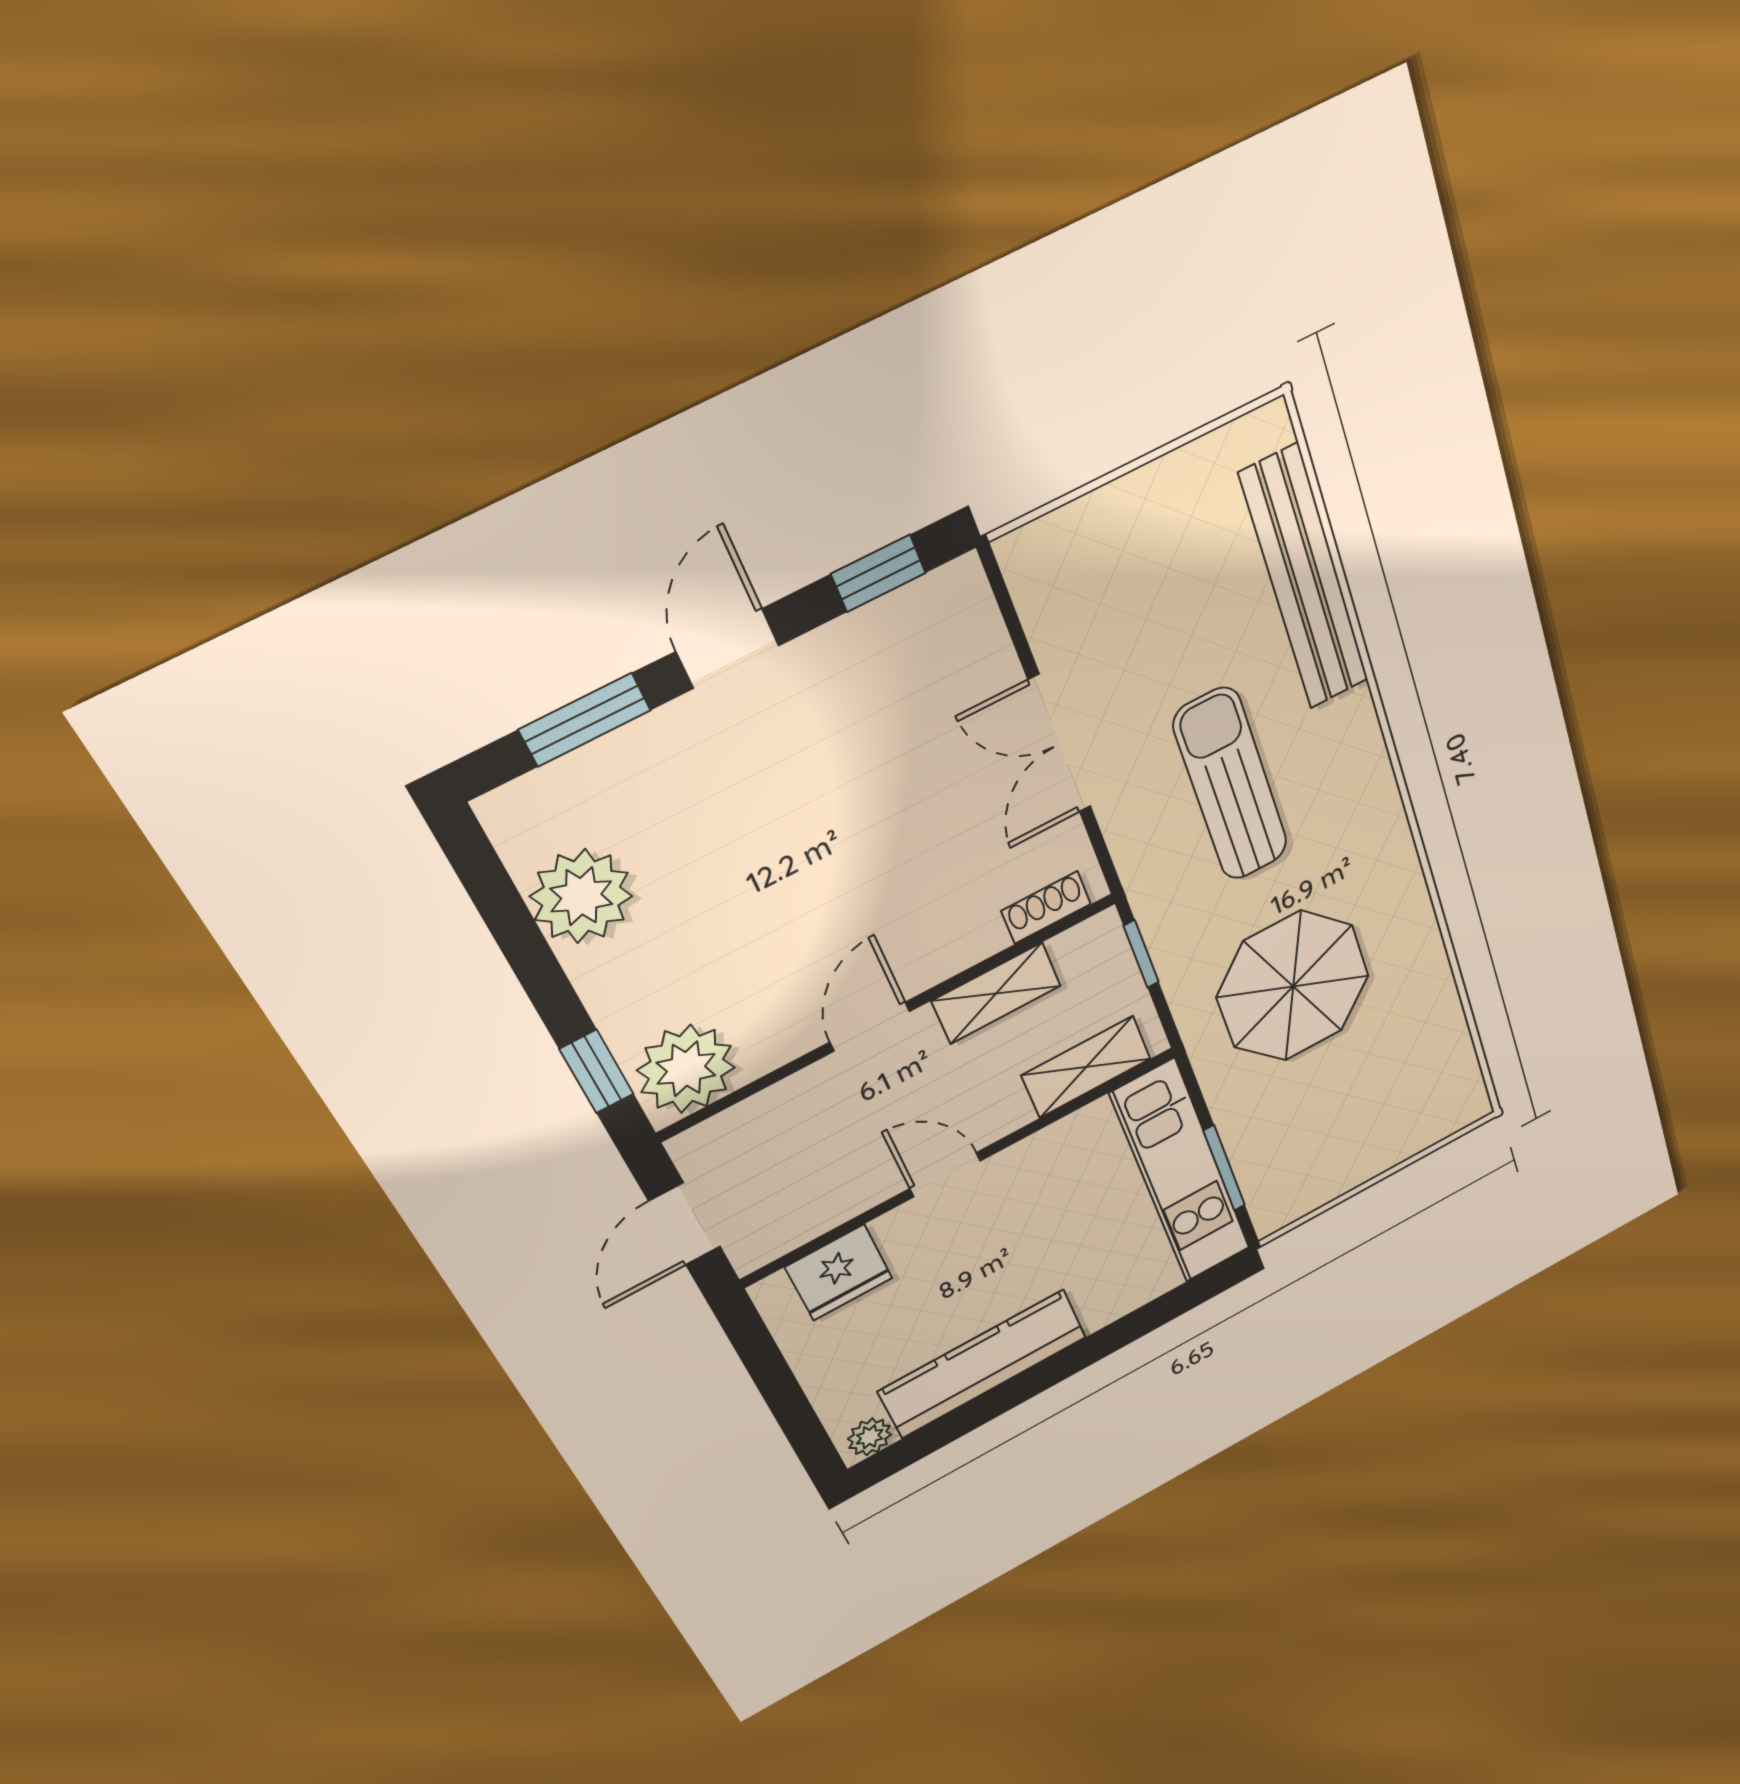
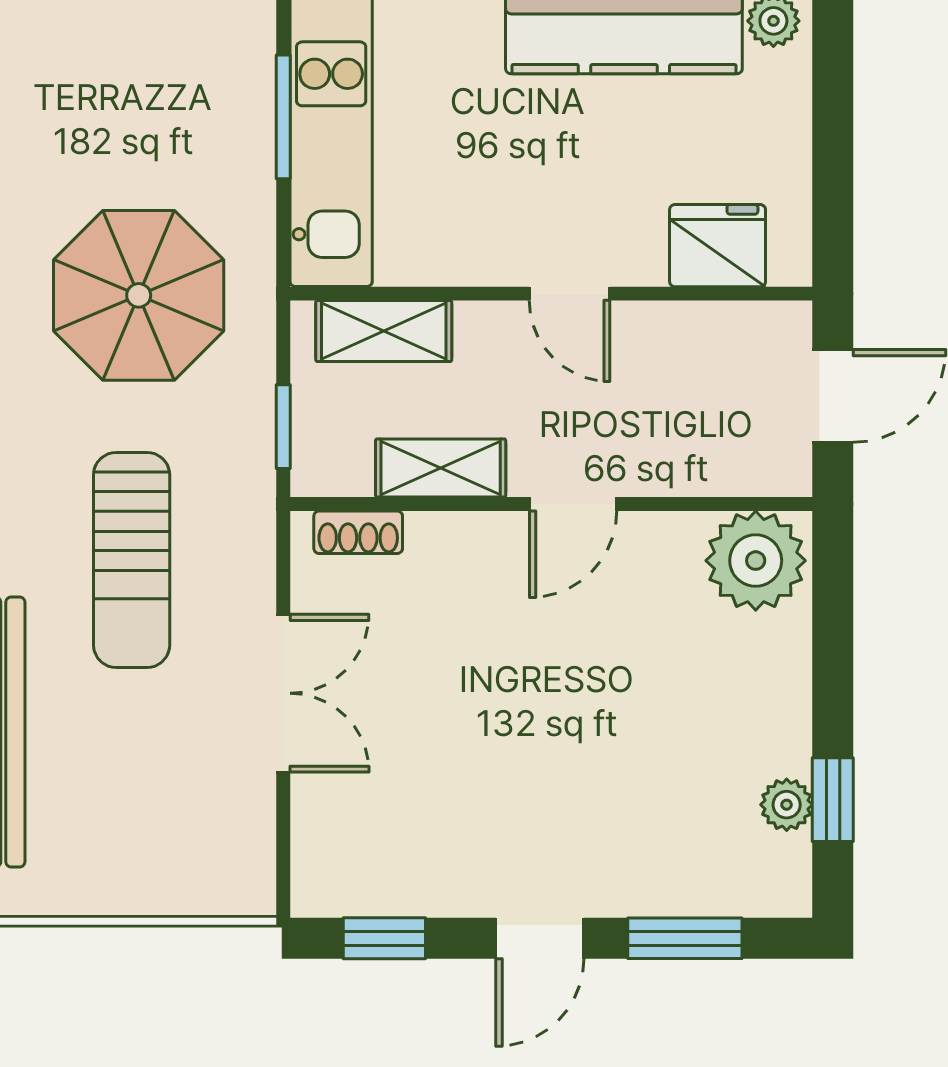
plant: (581, 896) -> (787, 805), width x0.53, depth x0.53
window: (597, 1072) -> (833, 800), moved

